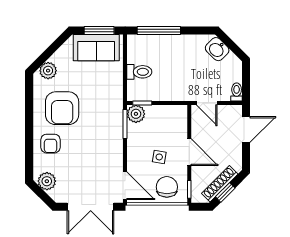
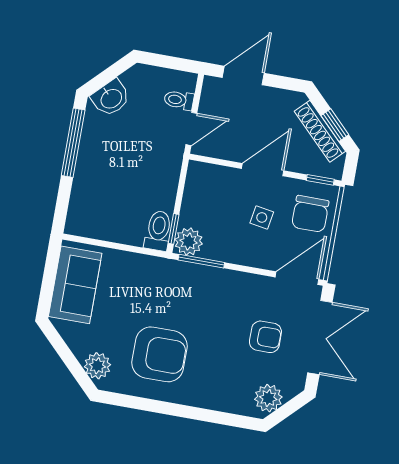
window: (99, 31) -> (49, 276), removed
window: (159, 31) -> (73, 143), moved
toilet: (139, 72) -> (158, 231), moved
toilet: (237, 92) -> (179, 100), moved
door: (246, 129) -> (243, 75), hinge flipped
armchair: (51, 144) -> (265, 337), moved
chair: (167, 187) -> (310, 214), turned -90

